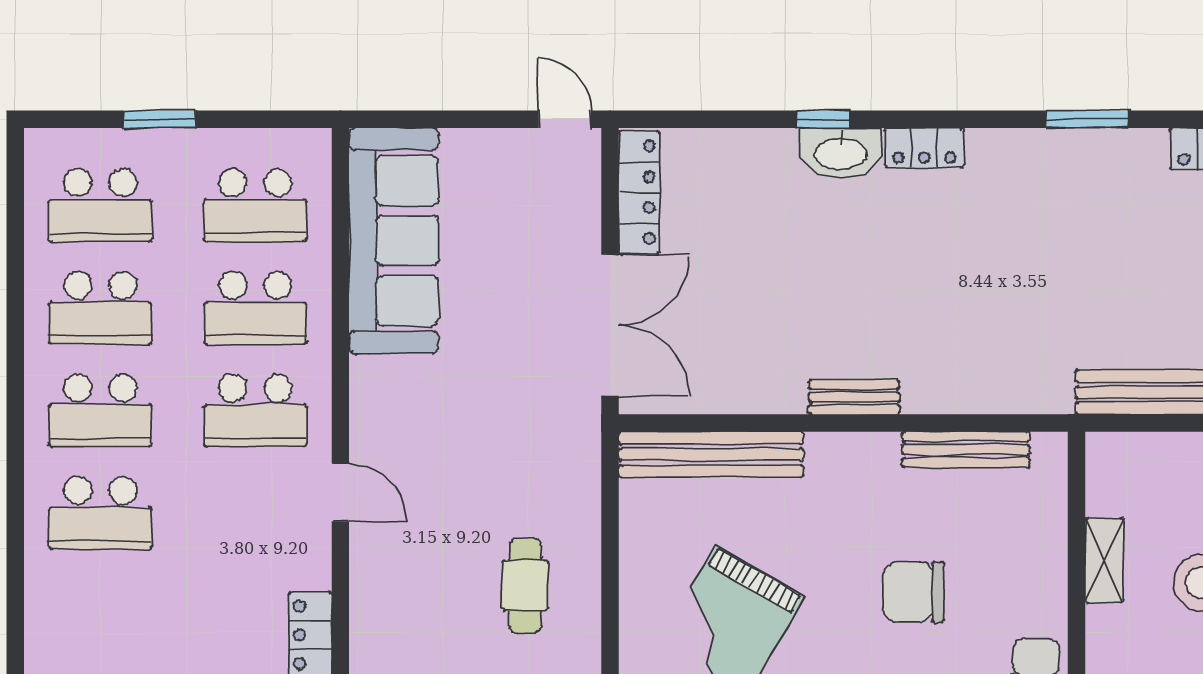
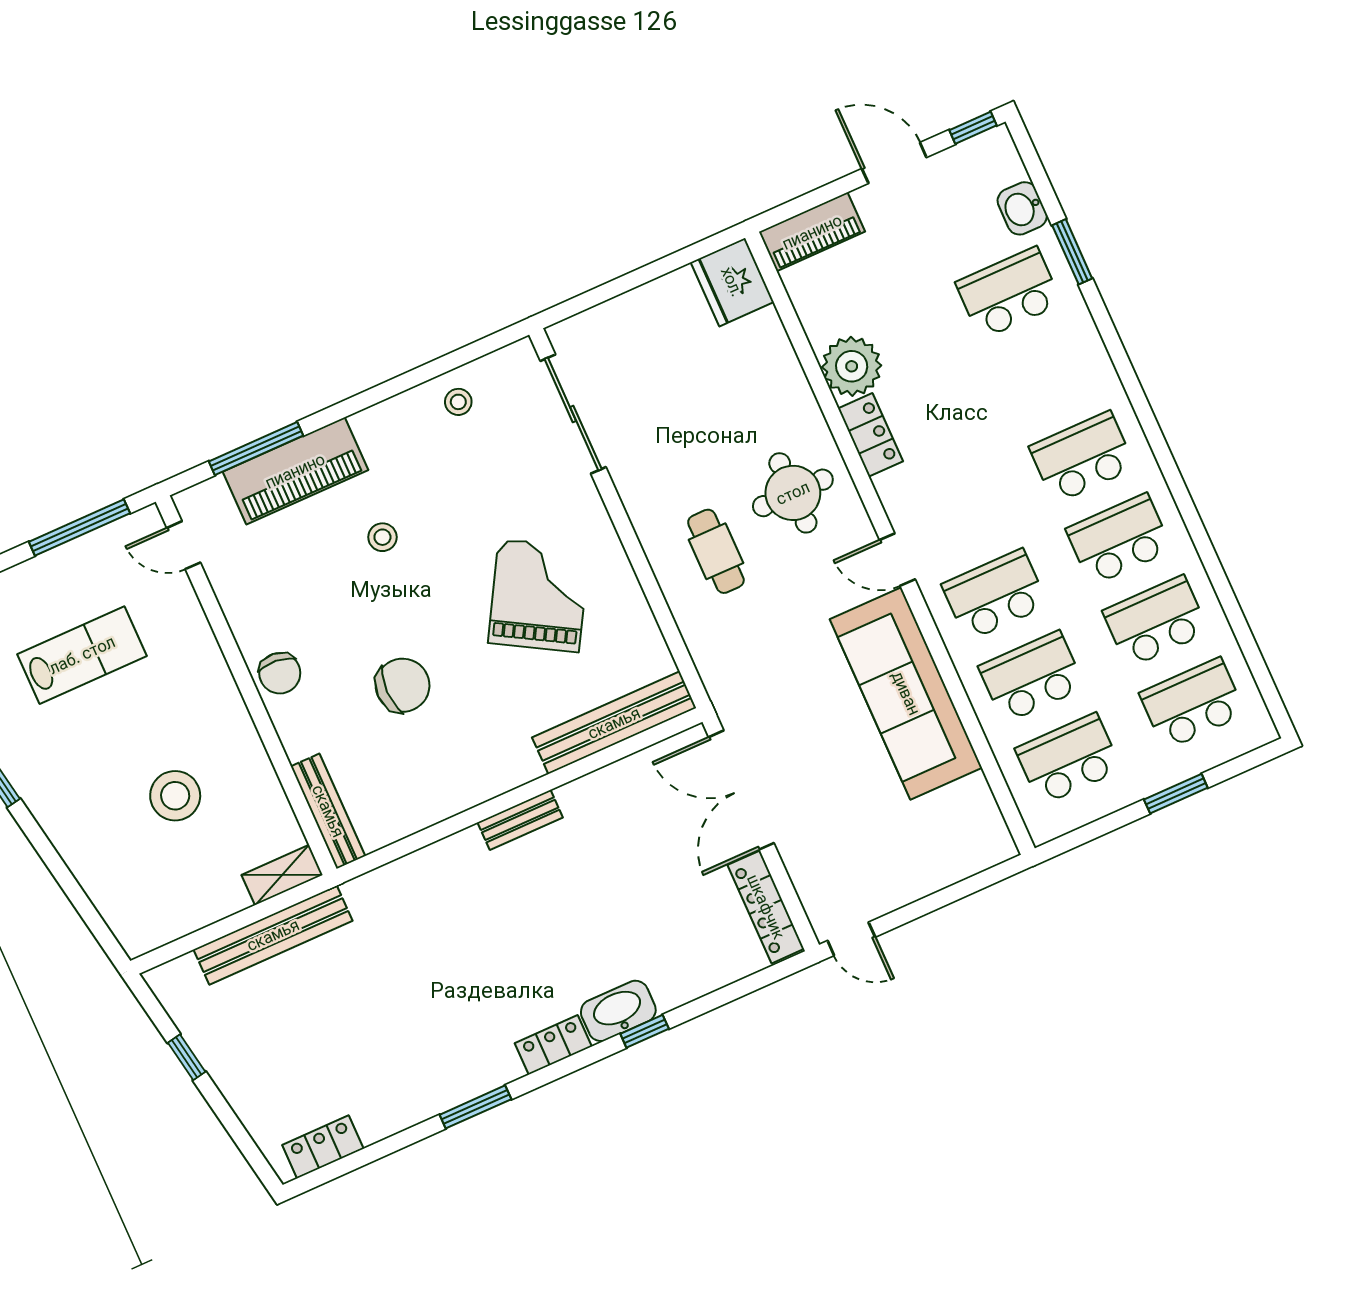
window: (1087, 119) -> (475, 1107), moved
sofa: (394, 241) -> (906, 693), moved
bench: (966, 450) -> (328, 811), moved, turned 90
shelving: (1104, 560) -> (282, 875), moved, turned 90
round table: (418, 610) -> (793, 493), added

